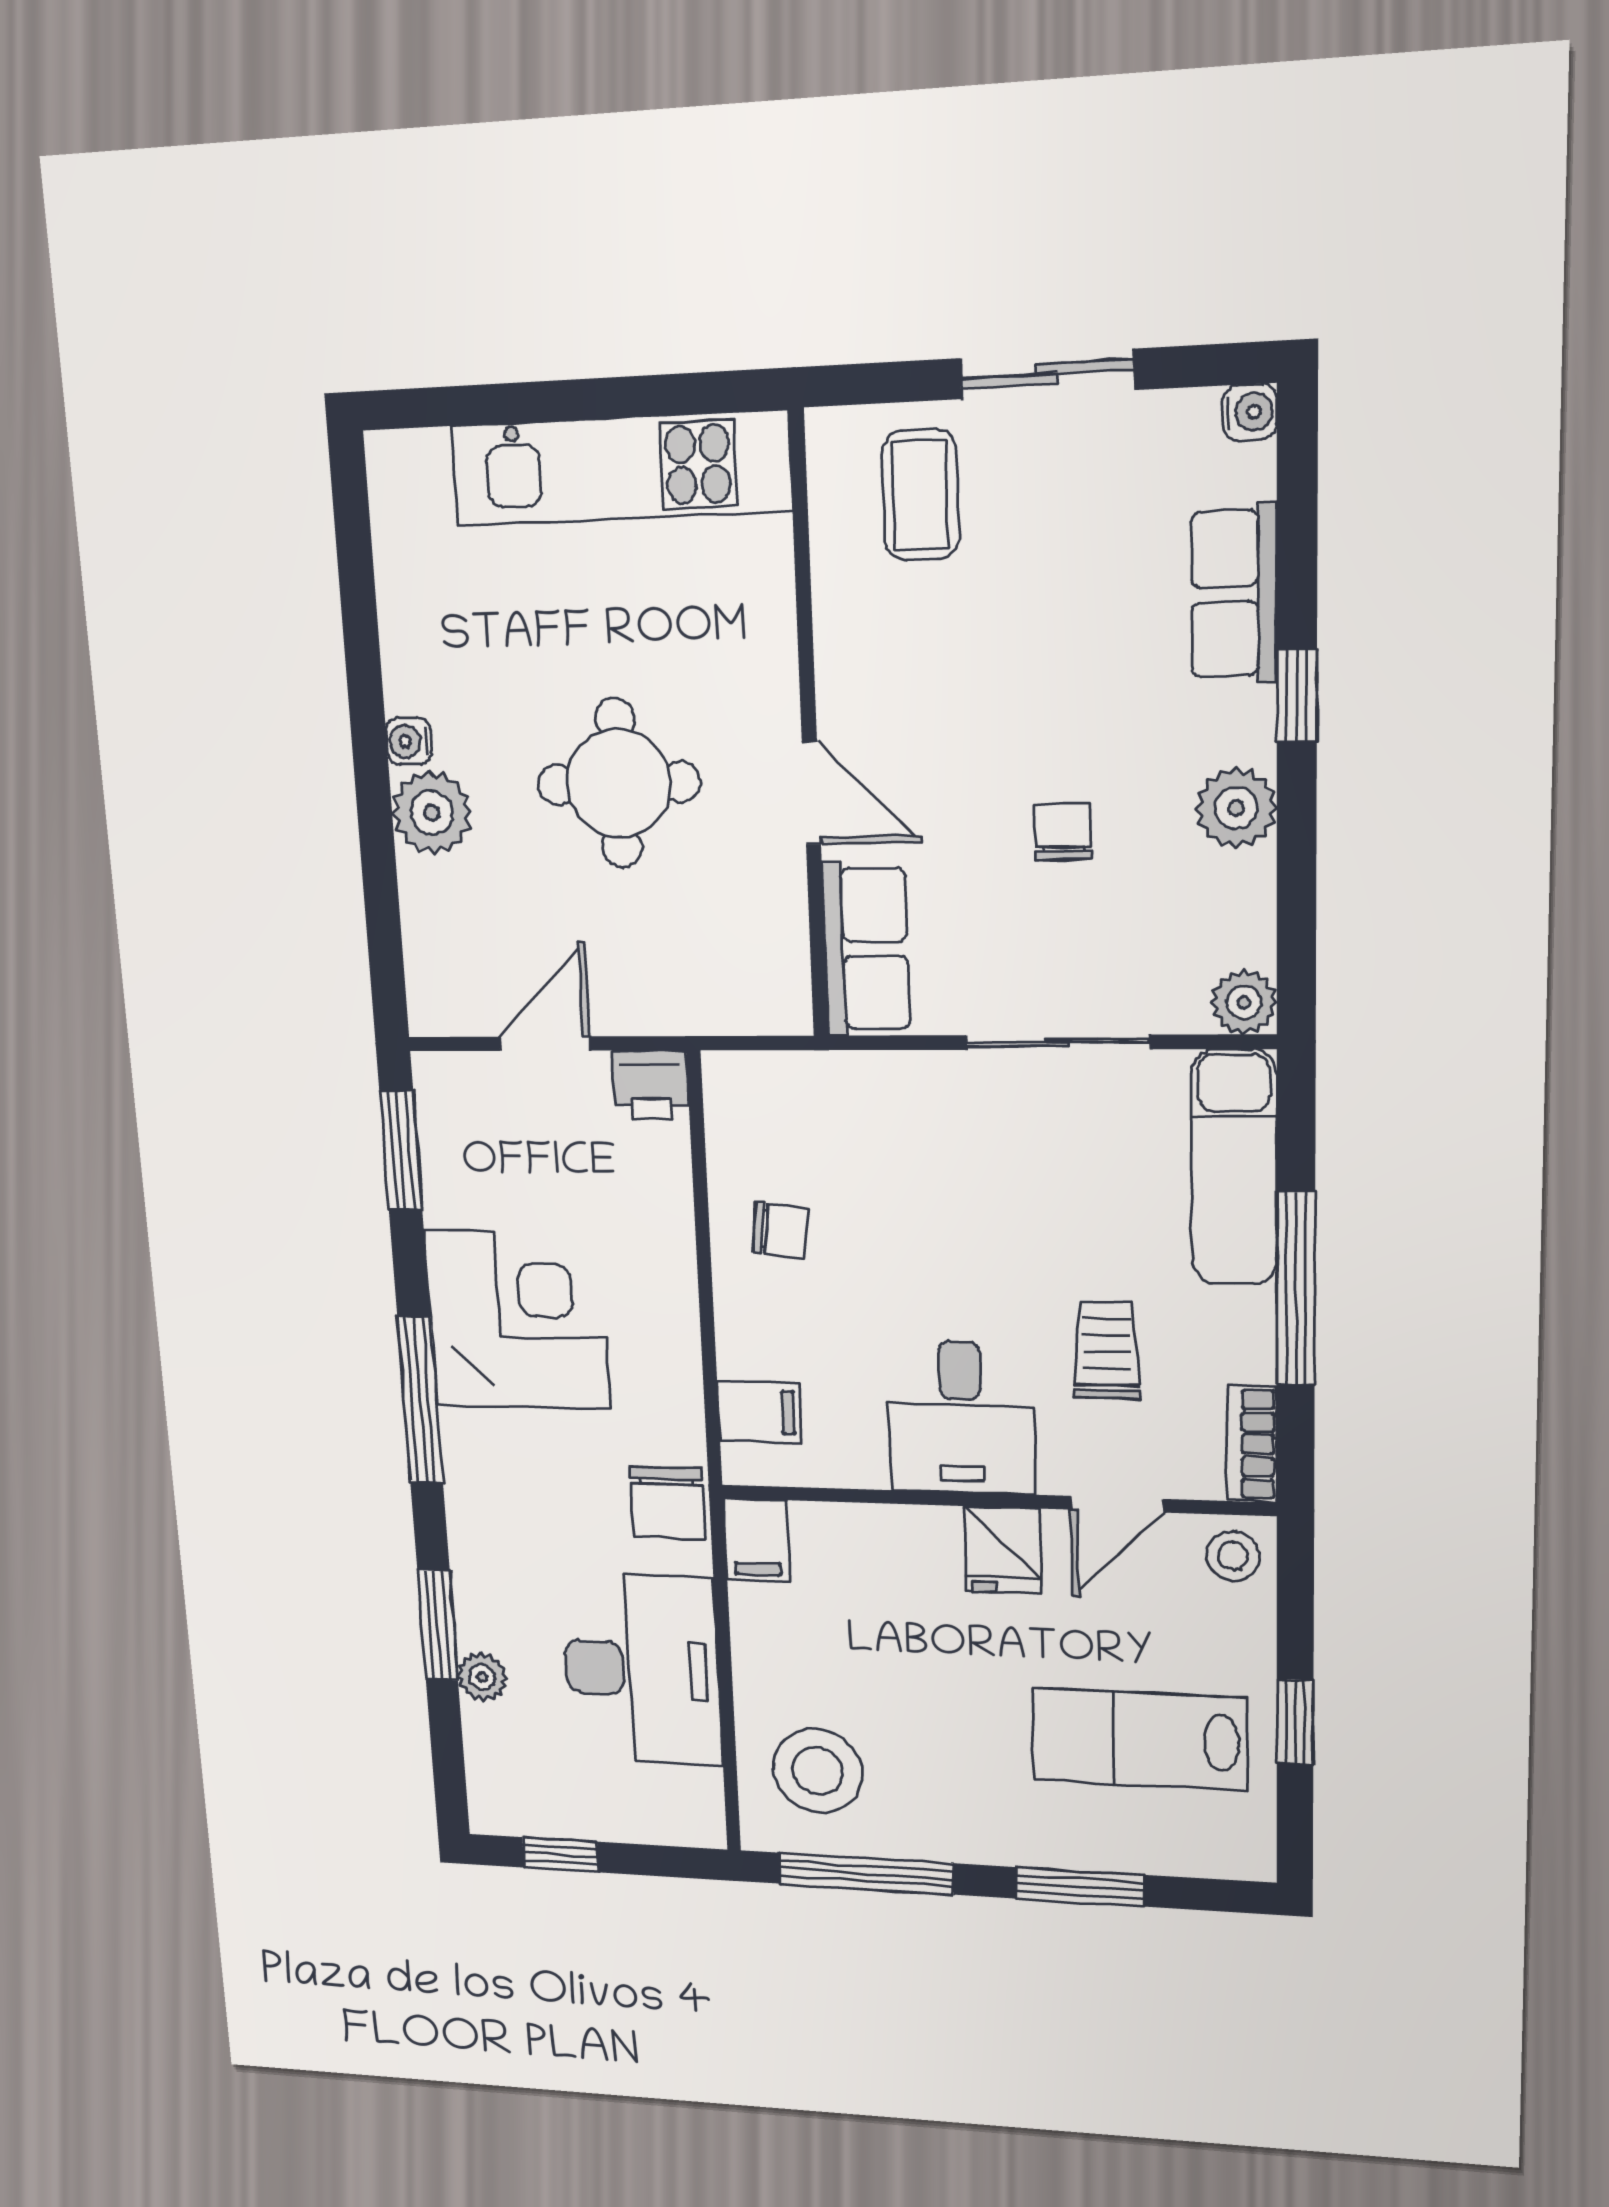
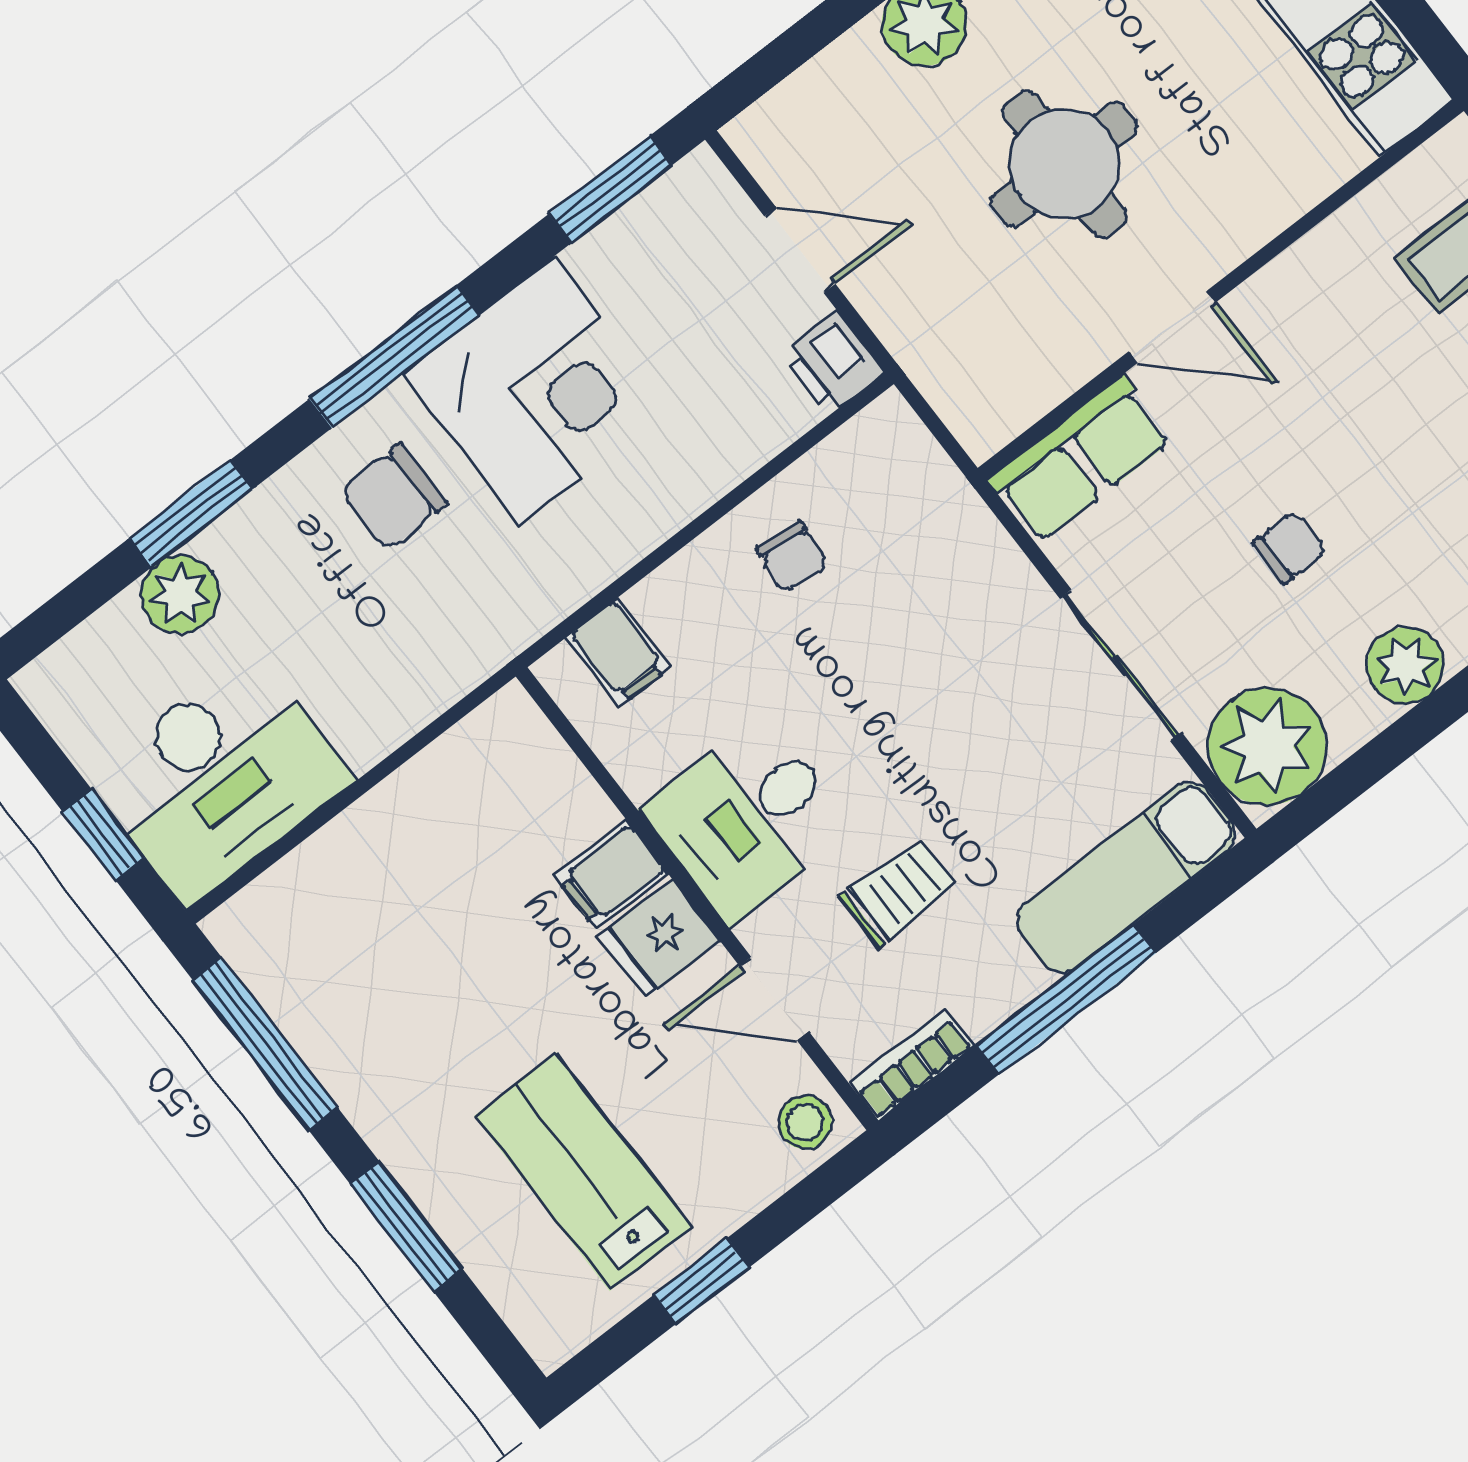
door: (811, 793) -> (1173, 327), hinge flipped
plant: (1244, 1002) -> (1267, 746), width x1.88, depth x1.88
chair: (667, 1503) -> (393, 497), moved
filing cabinet: (757, 1540) -> (611, 875), moved
desk: (642, 1669) -> (220, 779), moved
plant: (482, 1677) -> (180, 594), width x1.38, depth x1.38
stool: (818, 1771) -> (328, 934), removed
window: (560, 1855) -> (104, 835), moved

